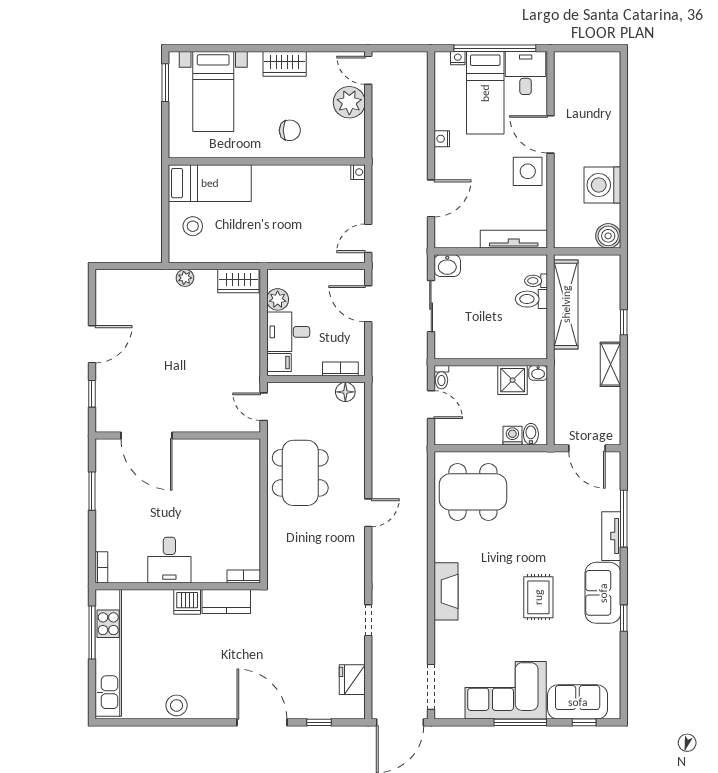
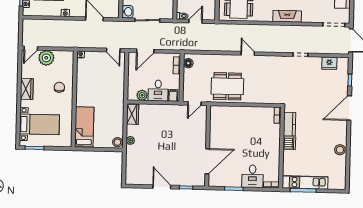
stool: (193, 226) -> (117, 142), moved
desk: (169, 560) -> (252, 176), moved, turned 90
kitchen unit: (108, 653) -> (305, 182), width x0.73

